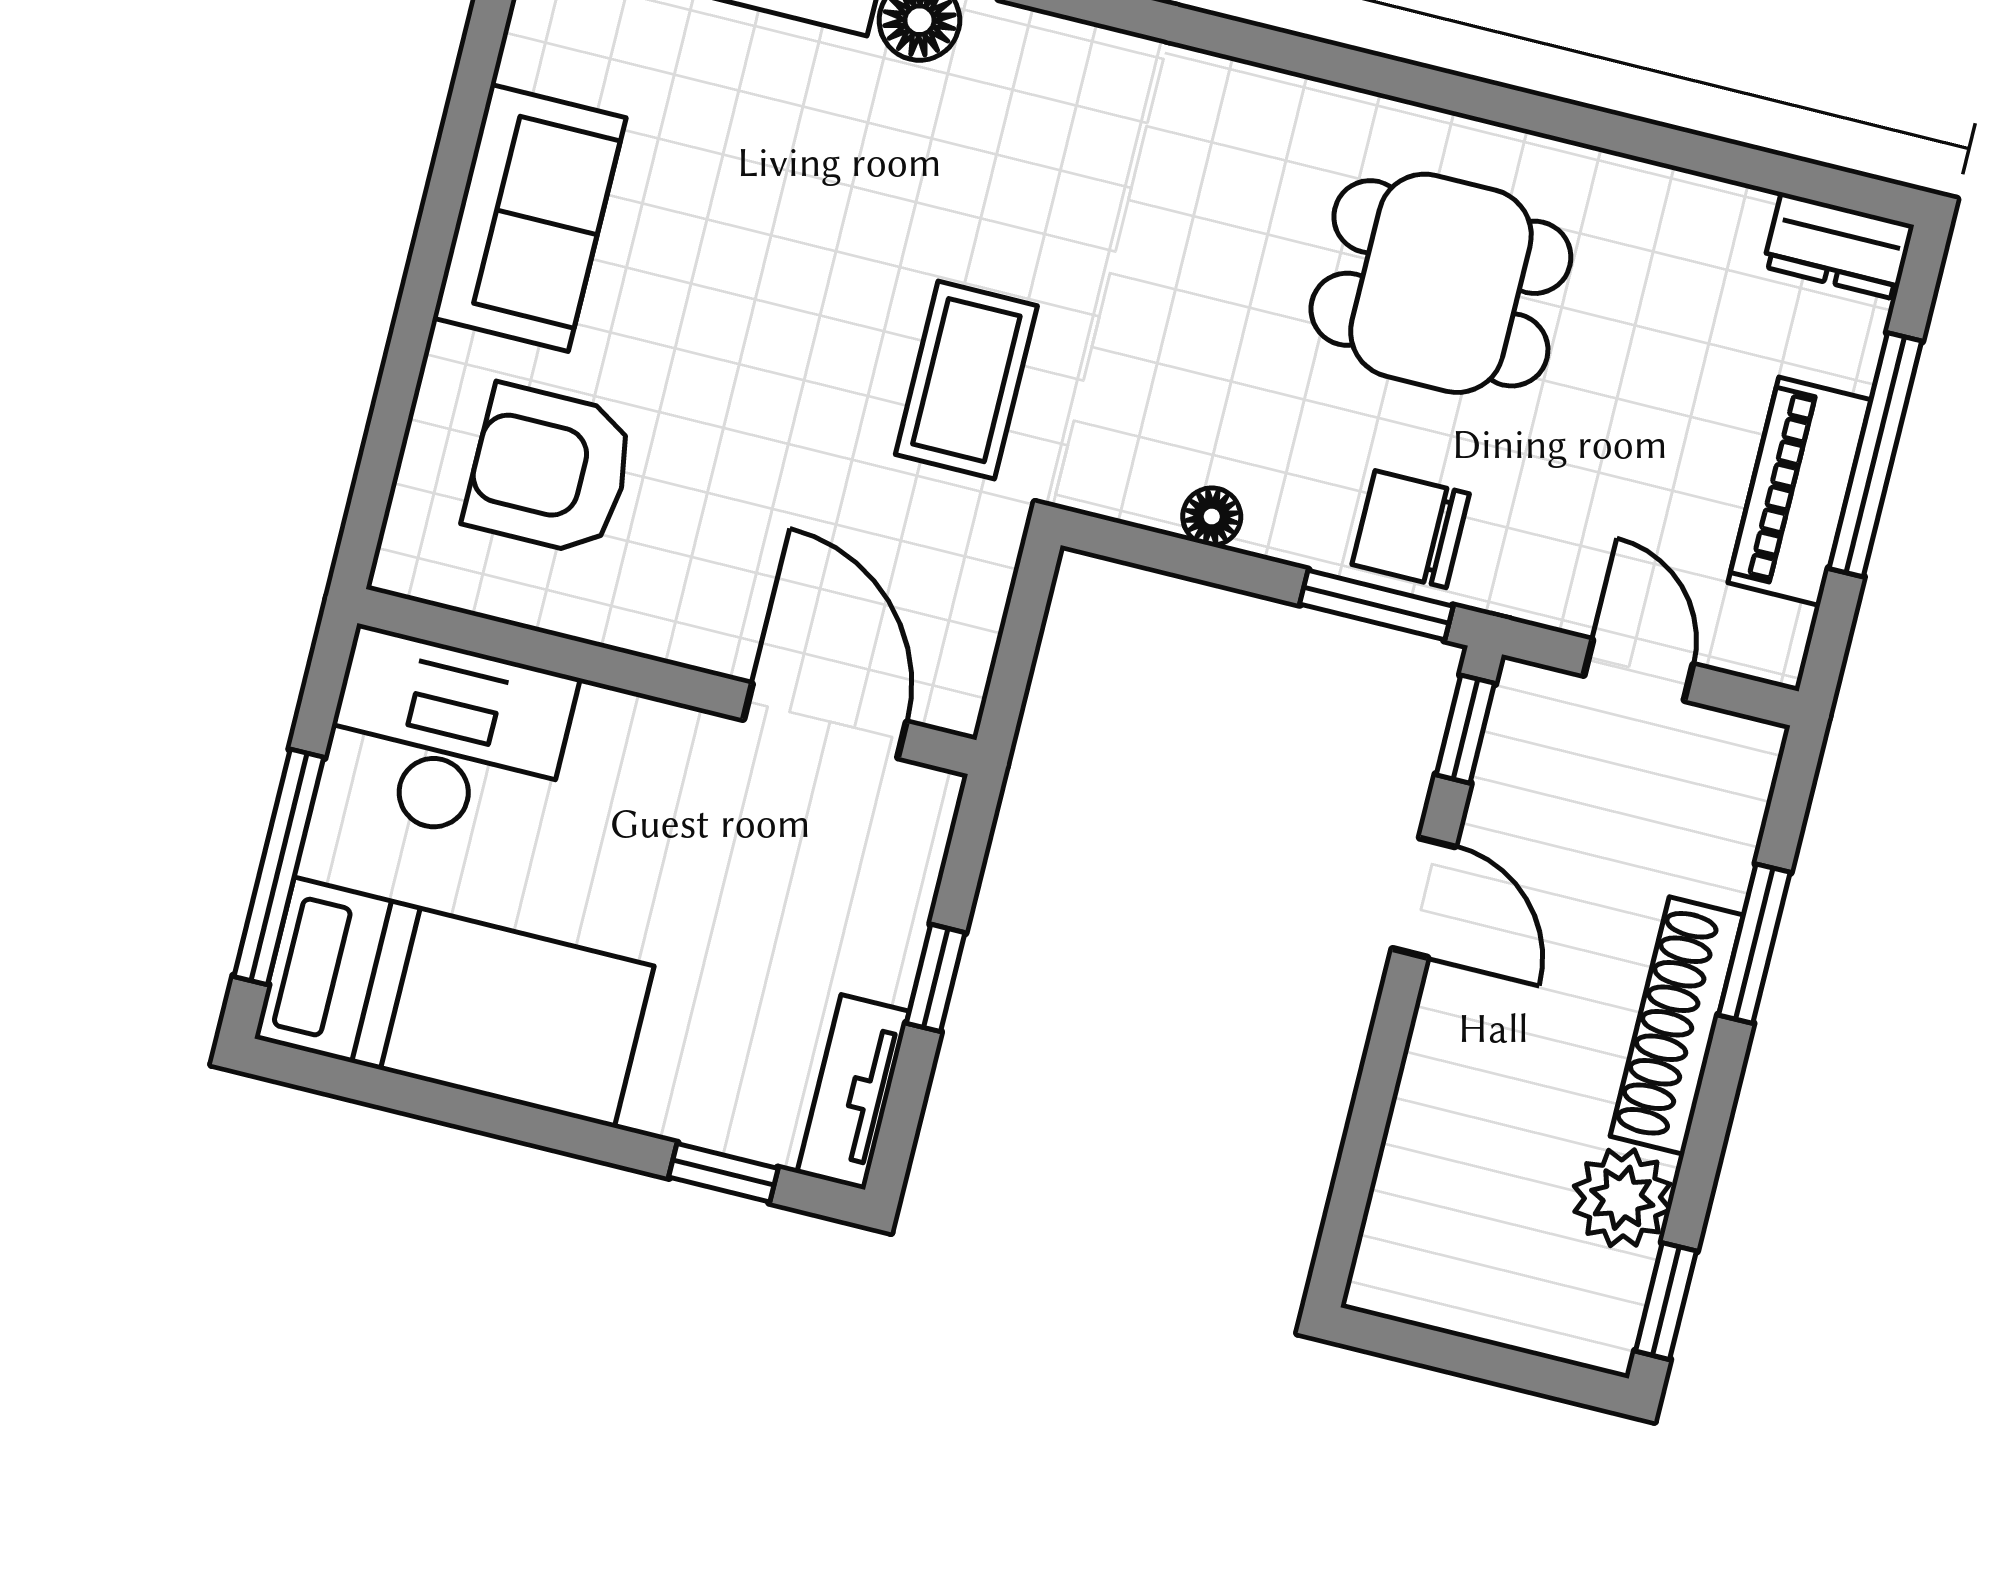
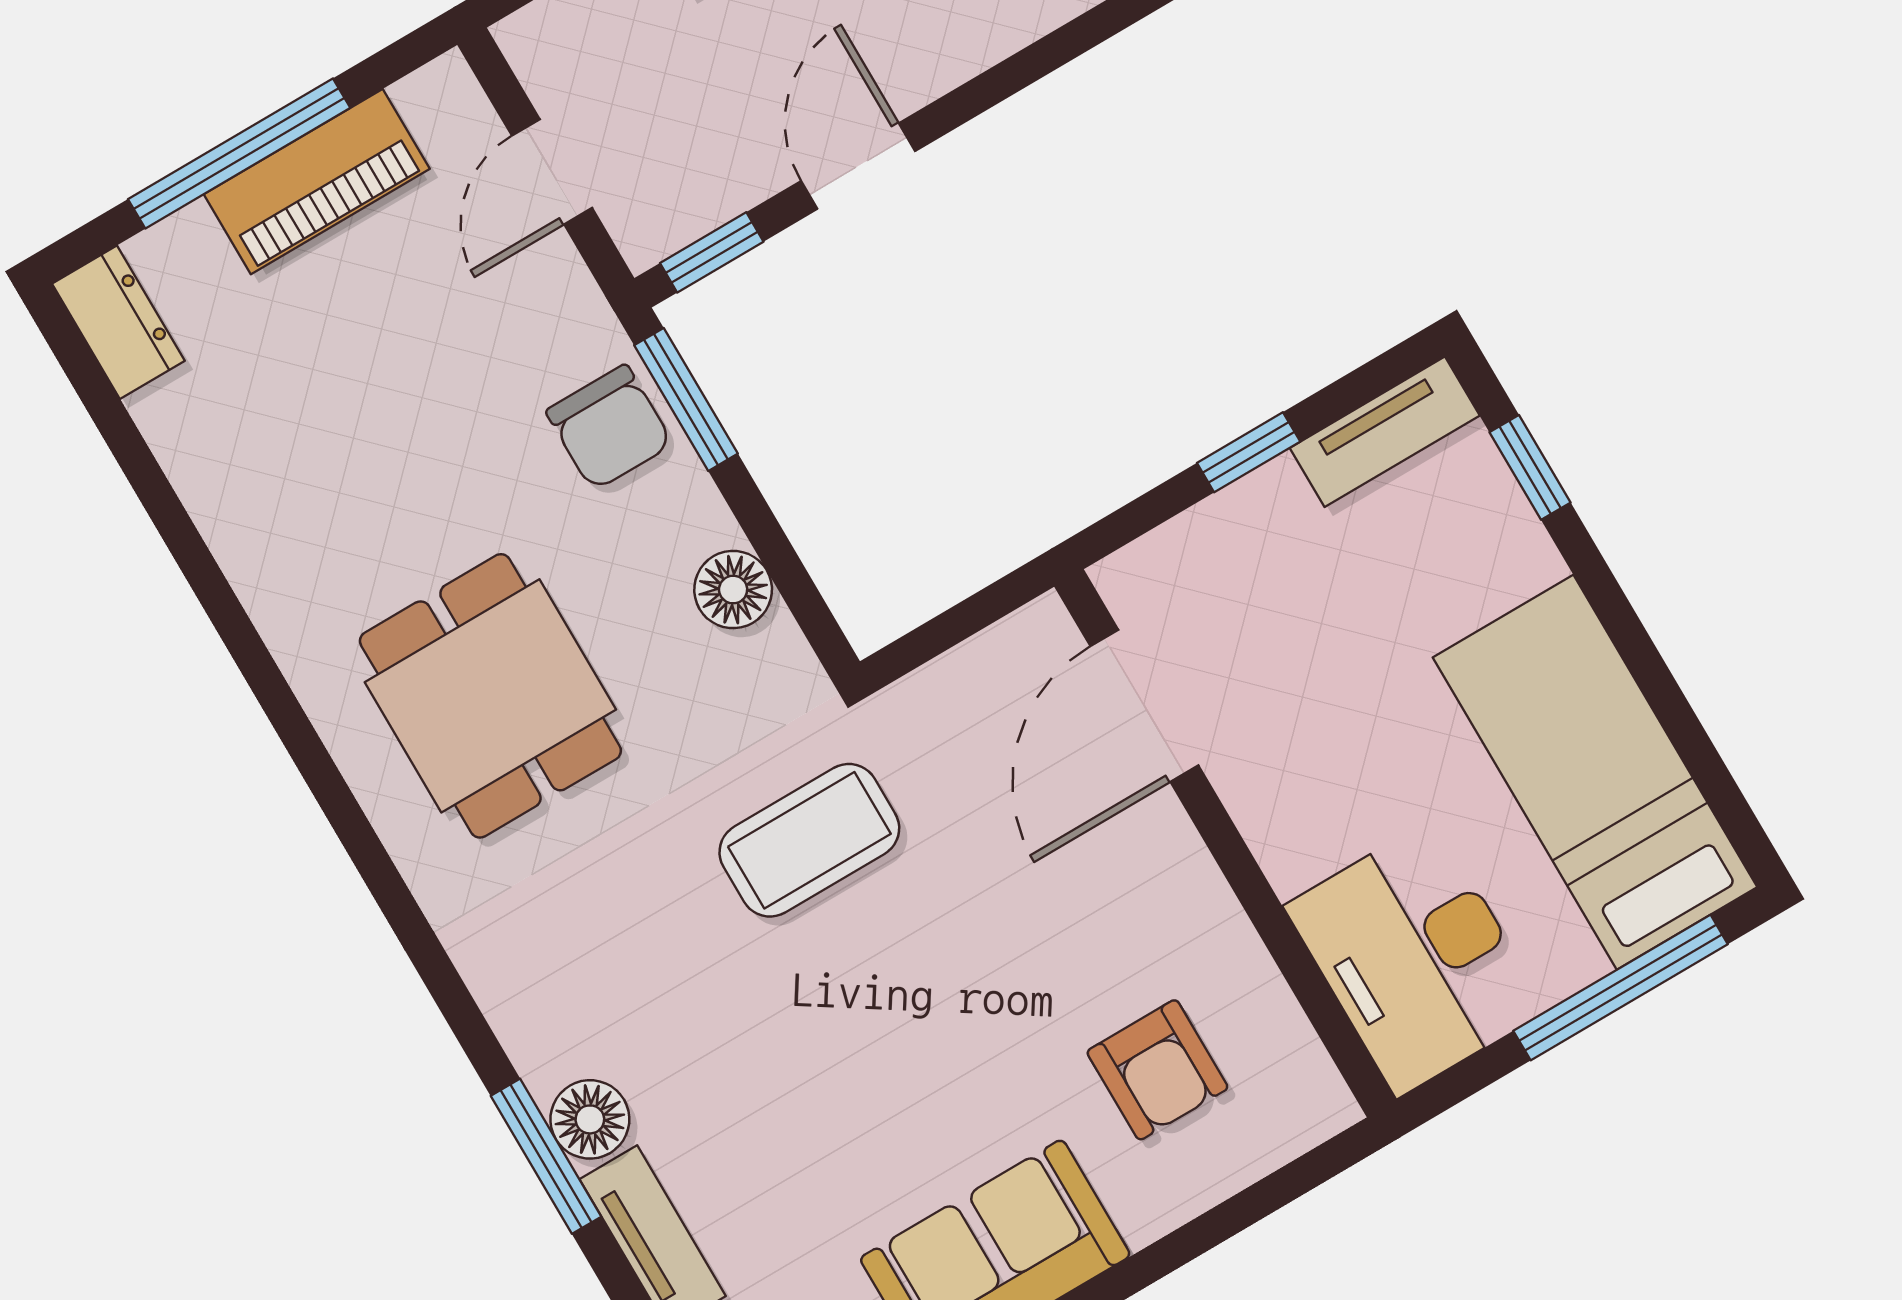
dining table: (1441, 283) -> (490, 696), moved
armchair: (550, 470) -> (1157, 1070), width x0.72, depth x0.72
floor lamp: (1212, 517) -> (733, 590), width x1.37, depth x1.37

